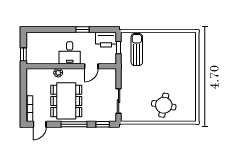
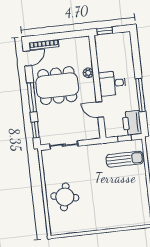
window: (83, 30) -> (140, 95), width x2.17
door: (40, 124) -> (27, 58), swing flipped

